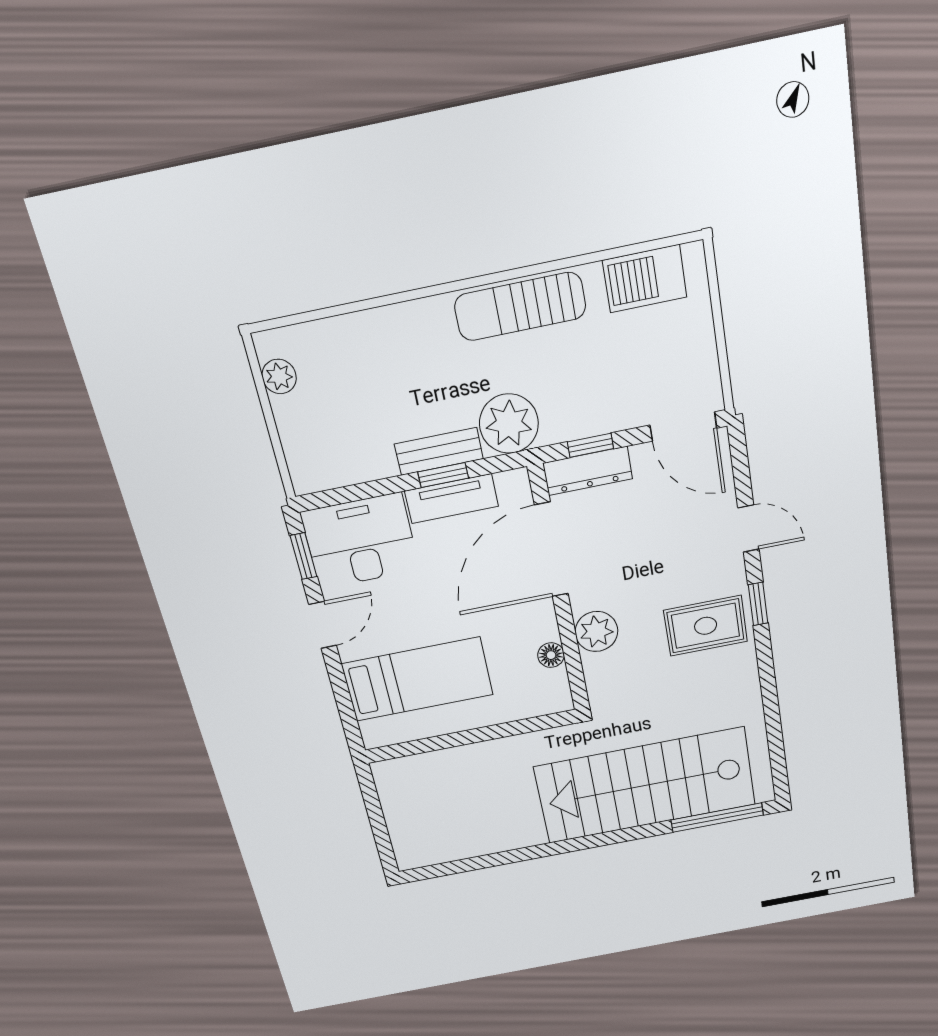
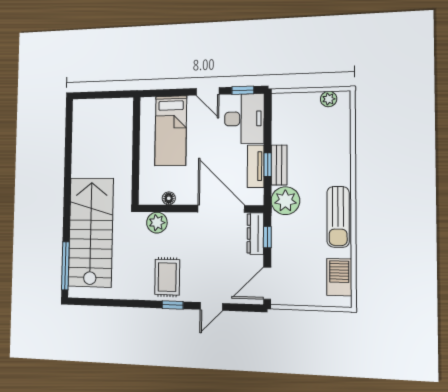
sun lounger: (520, 307) -> (338, 217), turned 180
plant: (596, 632) -> (157, 223), moved

